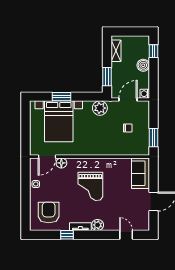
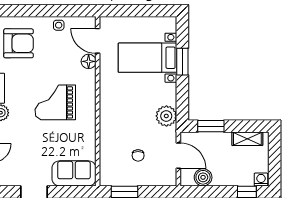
boiler: (143, 65) -> (203, 177), moved
washing machine: (145, 94) -> (261, 180), moved
bed with nightstands: (59, 121) -> (148, 58), width x0.73

